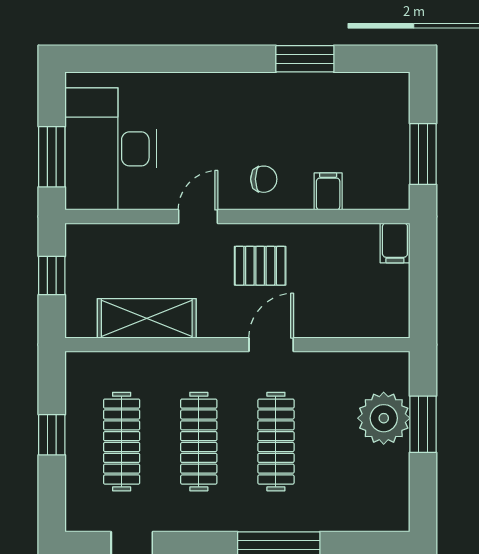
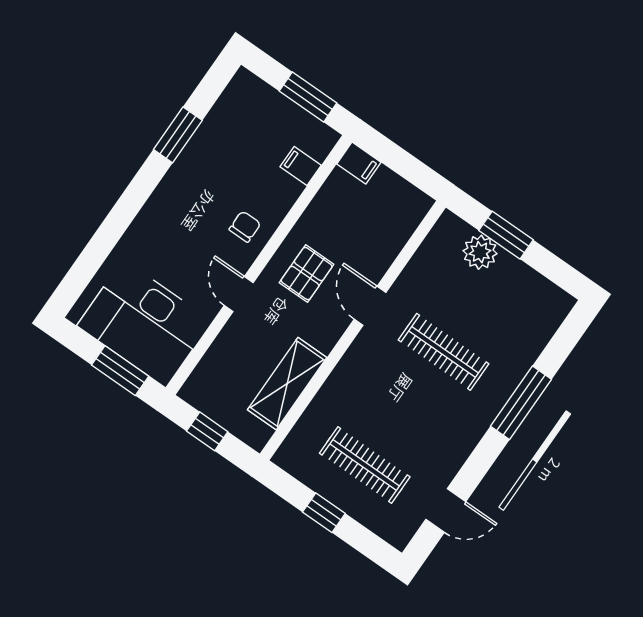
filing cabinet: (328, 191) -> (301, 166), moved
plant: (384, 418) -> (480, 252), width x0.73, depth x0.73
clothes rail: (199, 442) -> (404, 408), removed

